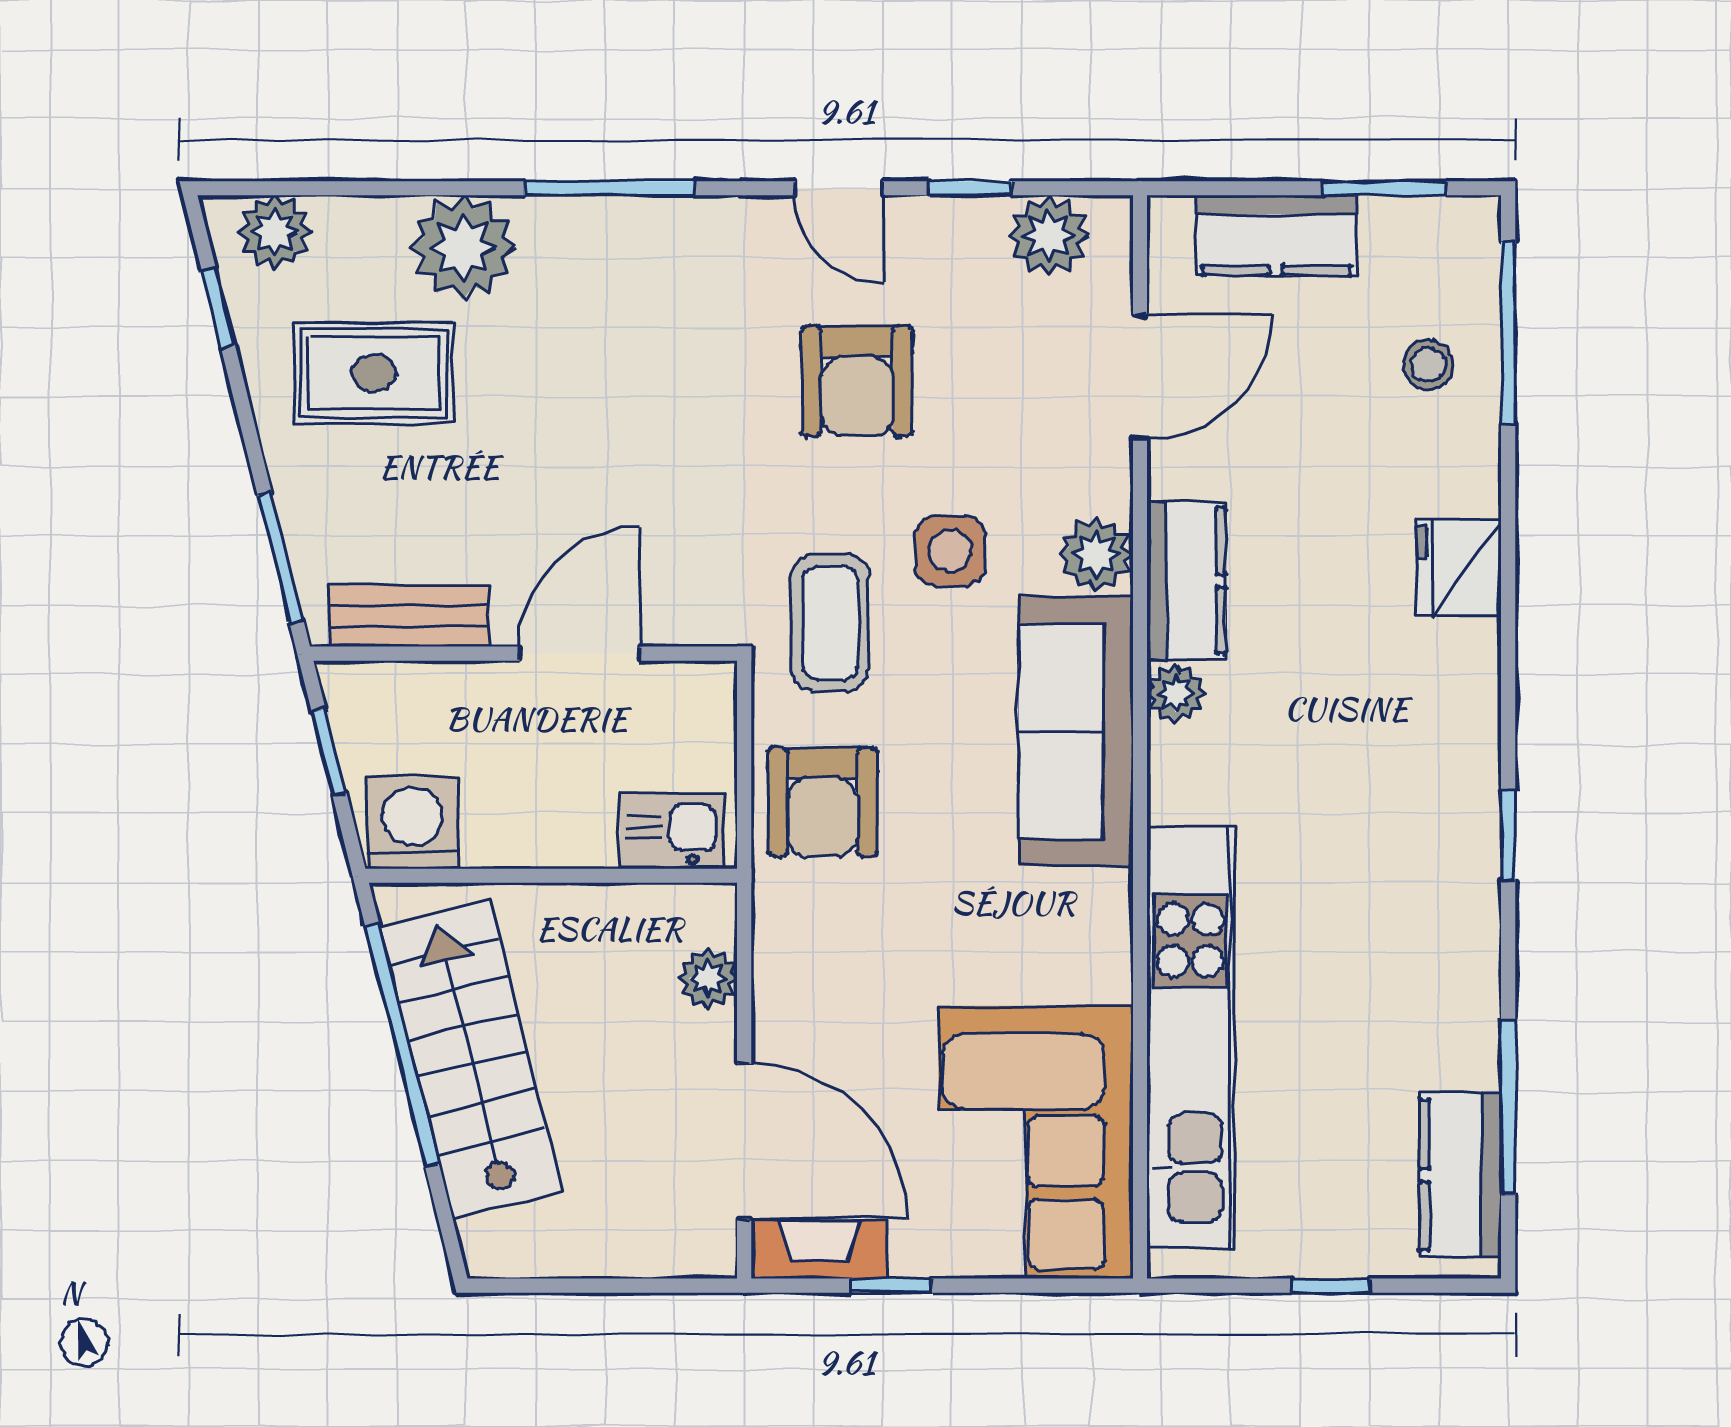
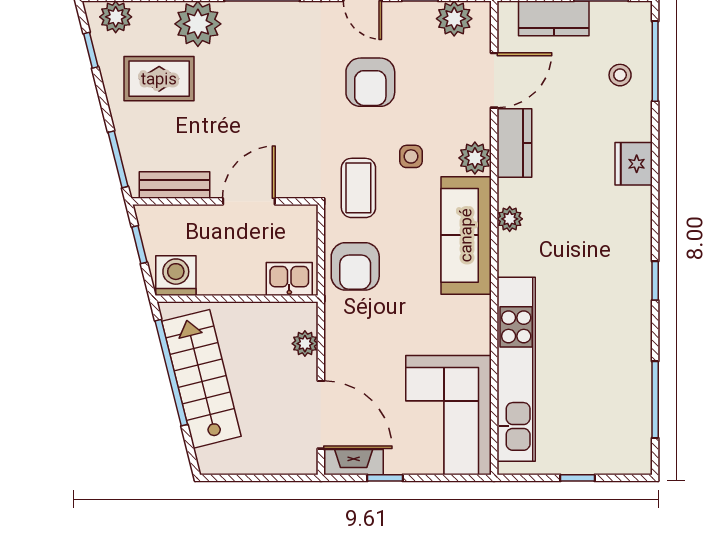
side table: (950, 551) -> (411, 156), width x0.73, depth x0.73
kitchen counter: (1186, 581) -> (514, 143), moved
kitchen counter: (1460, 1175) -> (634, 429), removed

